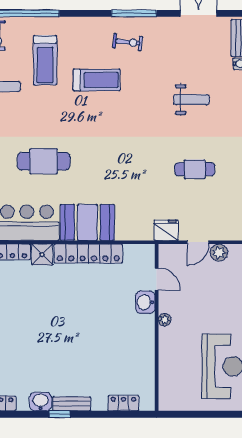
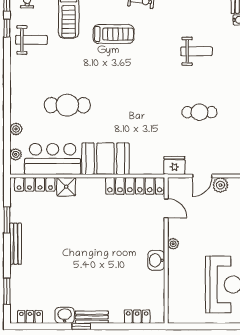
locker: (88, 254) -> (135, 186), moved
washbasin: (145, 302) -> (156, 260), moved

